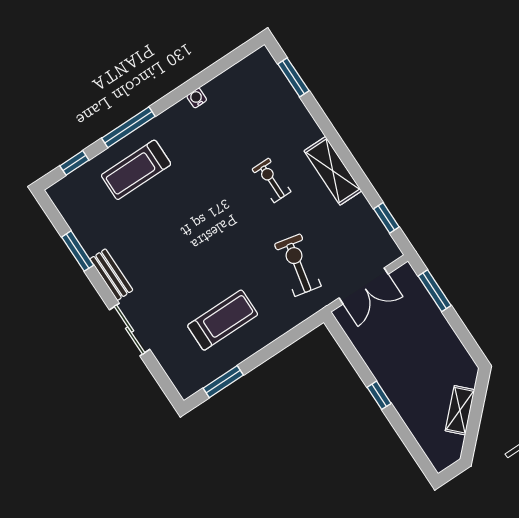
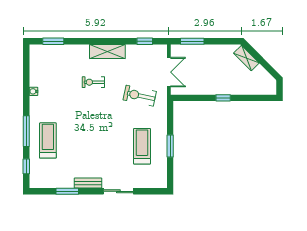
treadmill: (136, 170) -> (48, 140), turned 180
window: (223, 382) -> (170, 146), moved
shelving: (460, 410) -> (246, 58), moved

